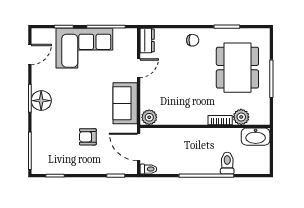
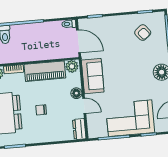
chair: (193, 40) -> (41, 110), moved
door: (139, 68) -> (84, 106), swing flipped
floor lamp: (147, 84) -> (76, 93), added
piano: (183, 114) -> (45, 71), added
armchair: (88, 137) -> (143, 33), moved, turned 51

